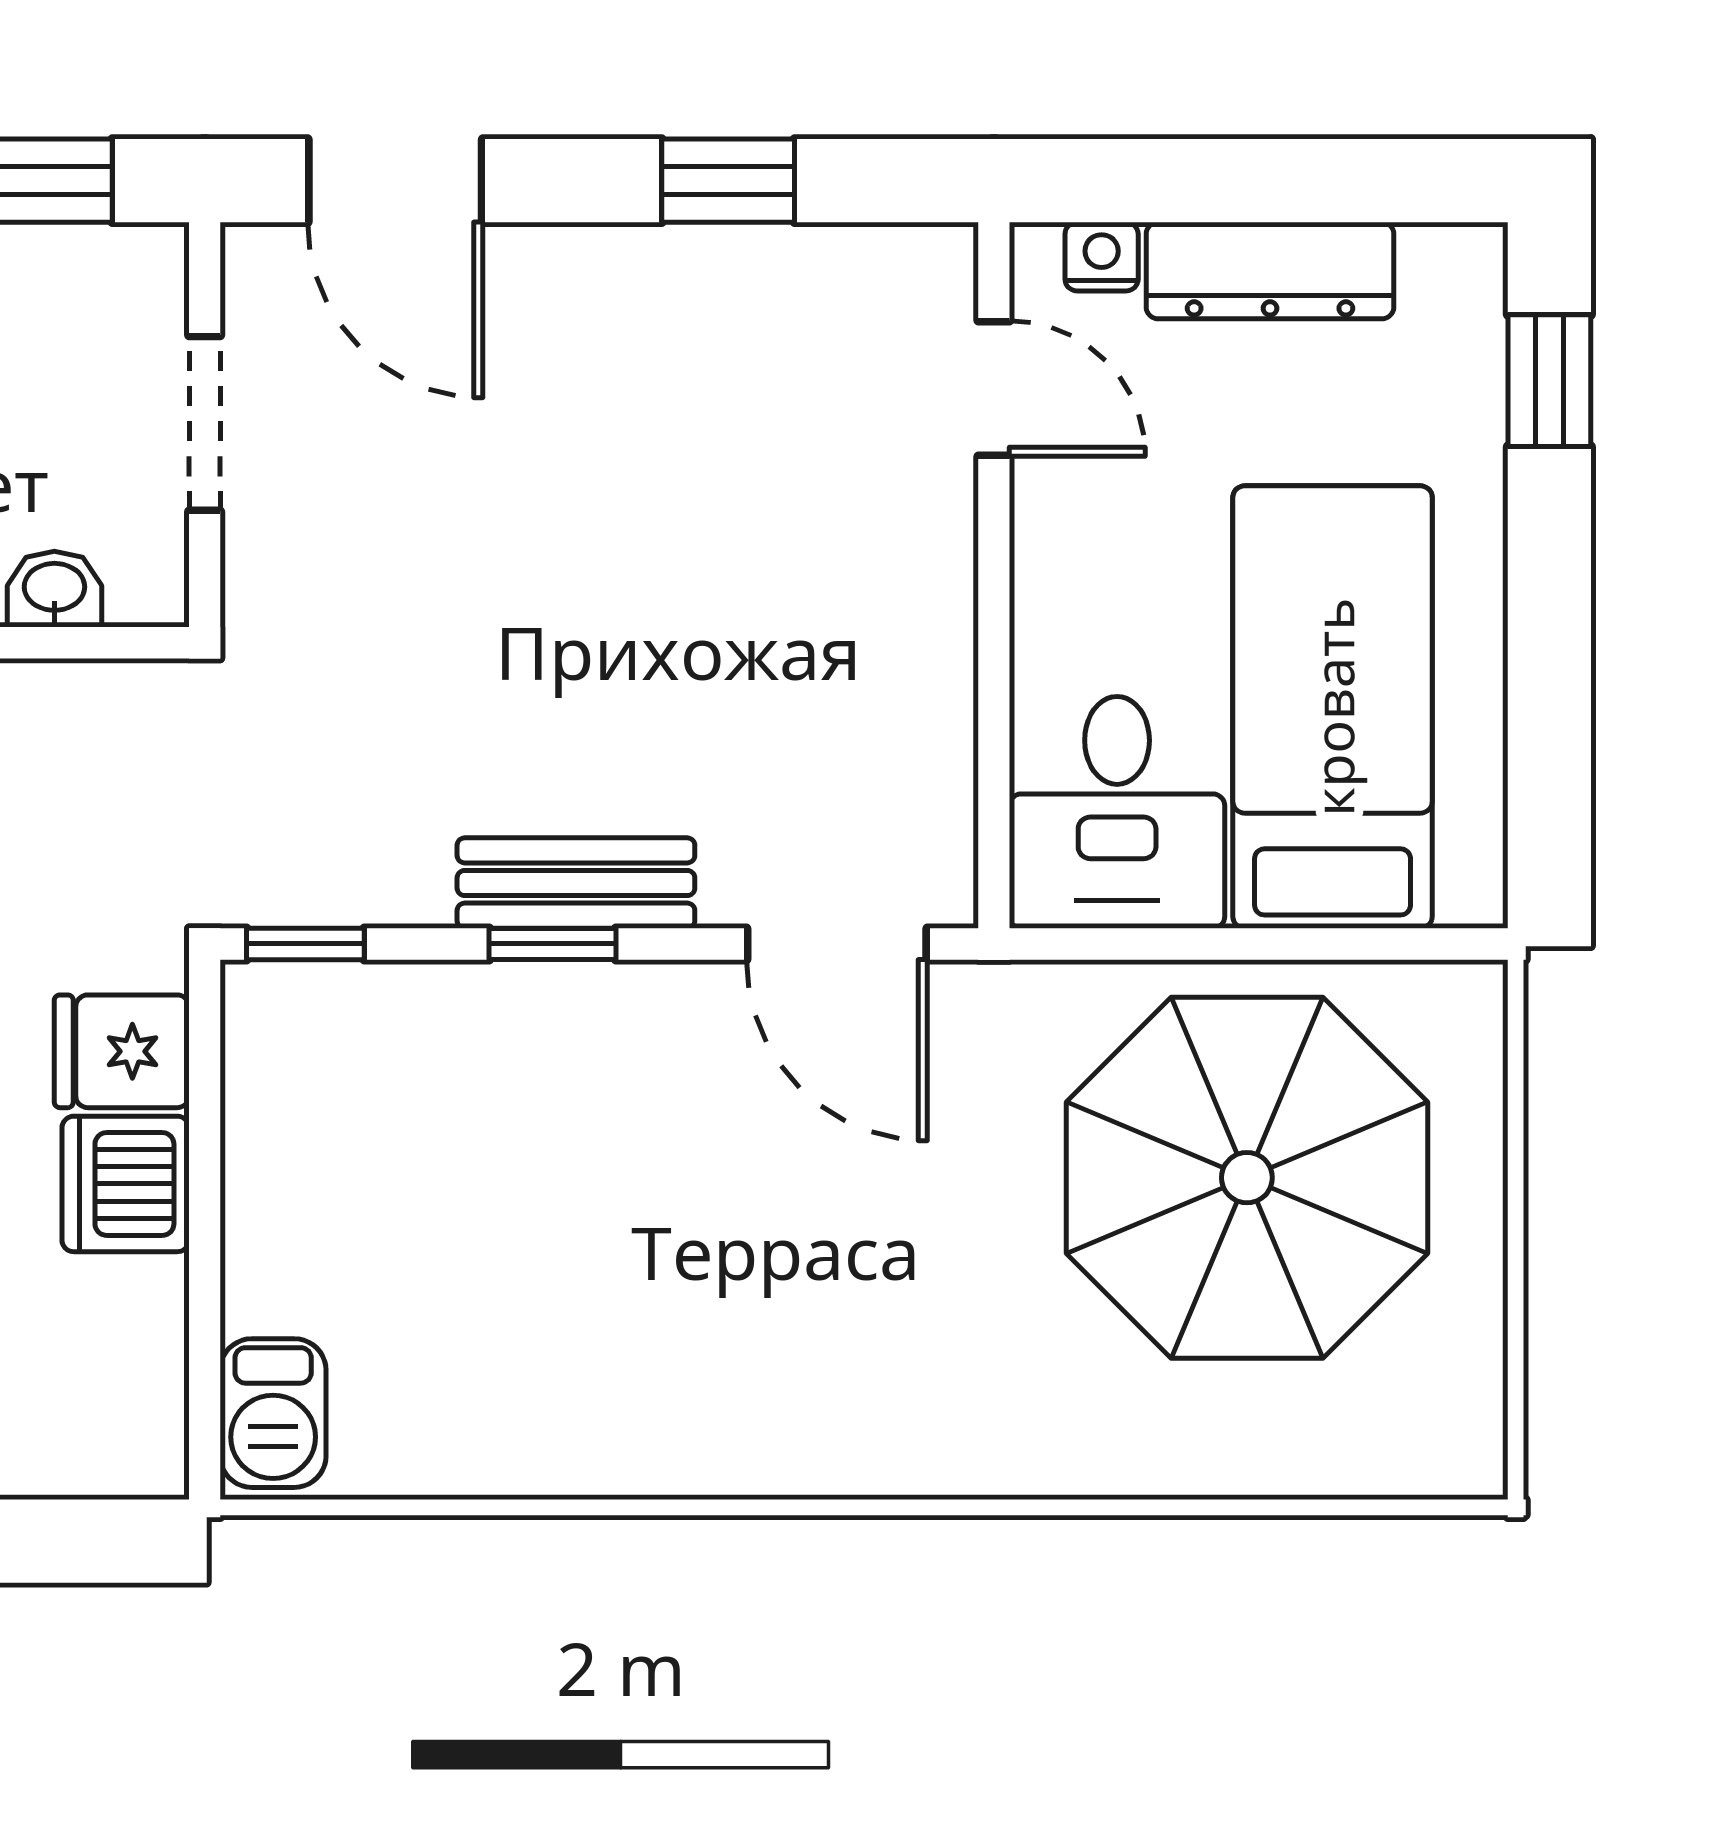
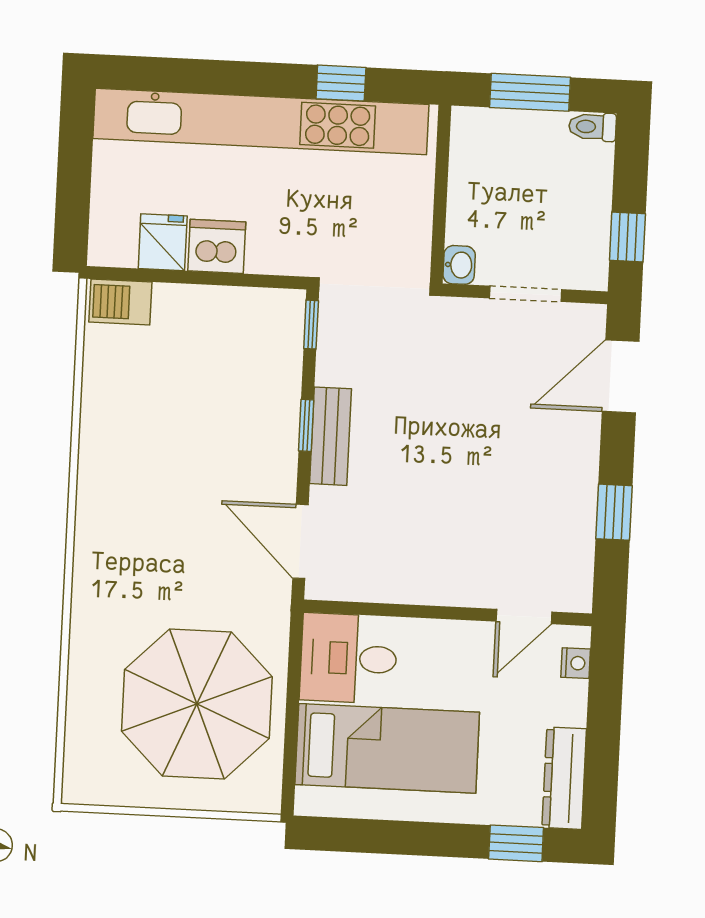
dresser: (1270, 271) -> (564, 778), moved
washbasin: (54, 589) -> (459, 265), moved
door: (837, 944) -> (300, 541), hinge flipped
fridge: (122, 1051) -> (163, 242), moved

